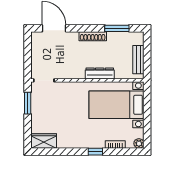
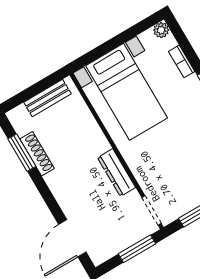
shoe rack: (93, 36) -> (37, 154), moved
window: (28, 60) -> (137, 249), added
dresser: (100, 73) -> (116, 173), moved

